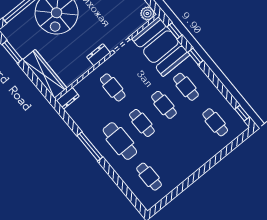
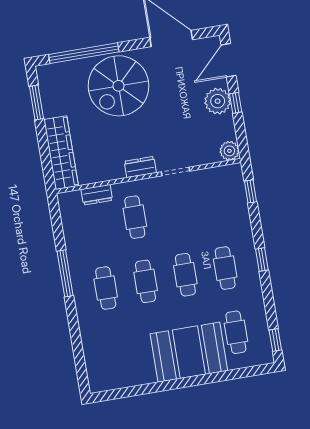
booth: (161, 47) -> (189, 352), moved, turned 90
window: (195, 56) -> (262, 259), moved
dresser: (68, 98) -> (97, 195), moved
cafe table: (120, 141) -> (106, 288), width x0.73, depth x0.74
cafe table: (149, 177) -> (116, 352), removed

